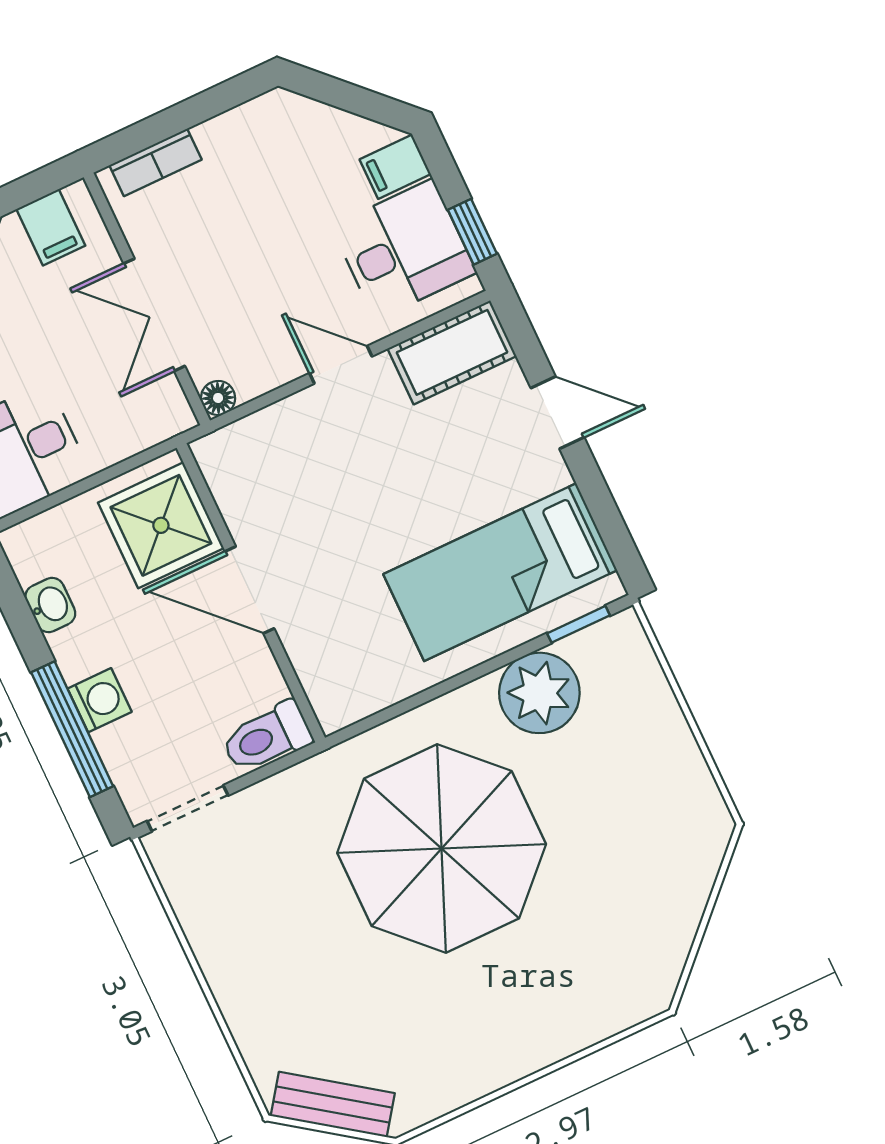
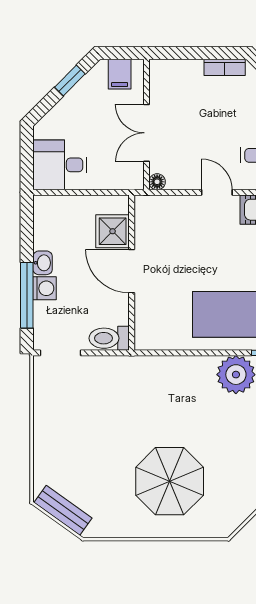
bookcase: (155, 162) -> (225, 67), moved
shower: (161, 525) -> (113, 231), width x0.73, depth x0.73
washbasin: (50, 605) -> (43, 263), moved
parasol: (442, 849) -> (170, 481), moved, width x0.73, depth x0.73

